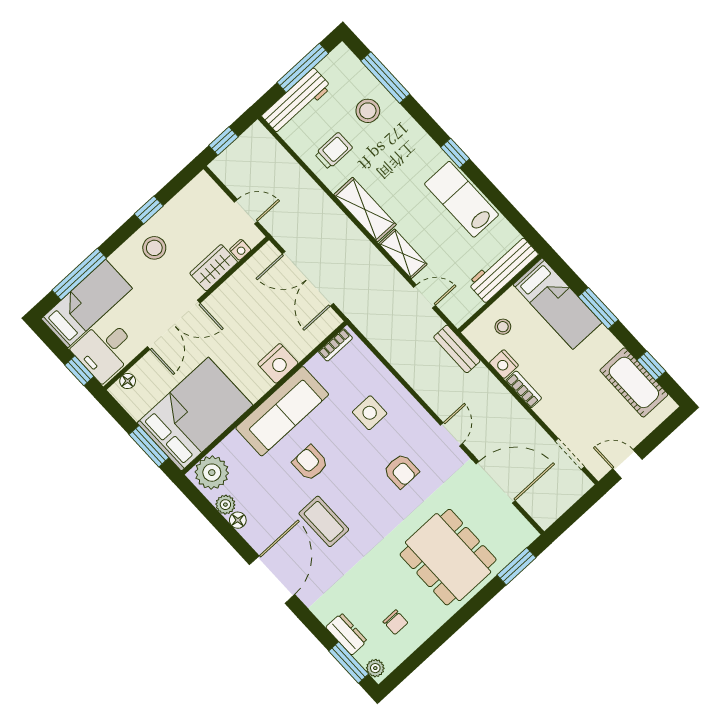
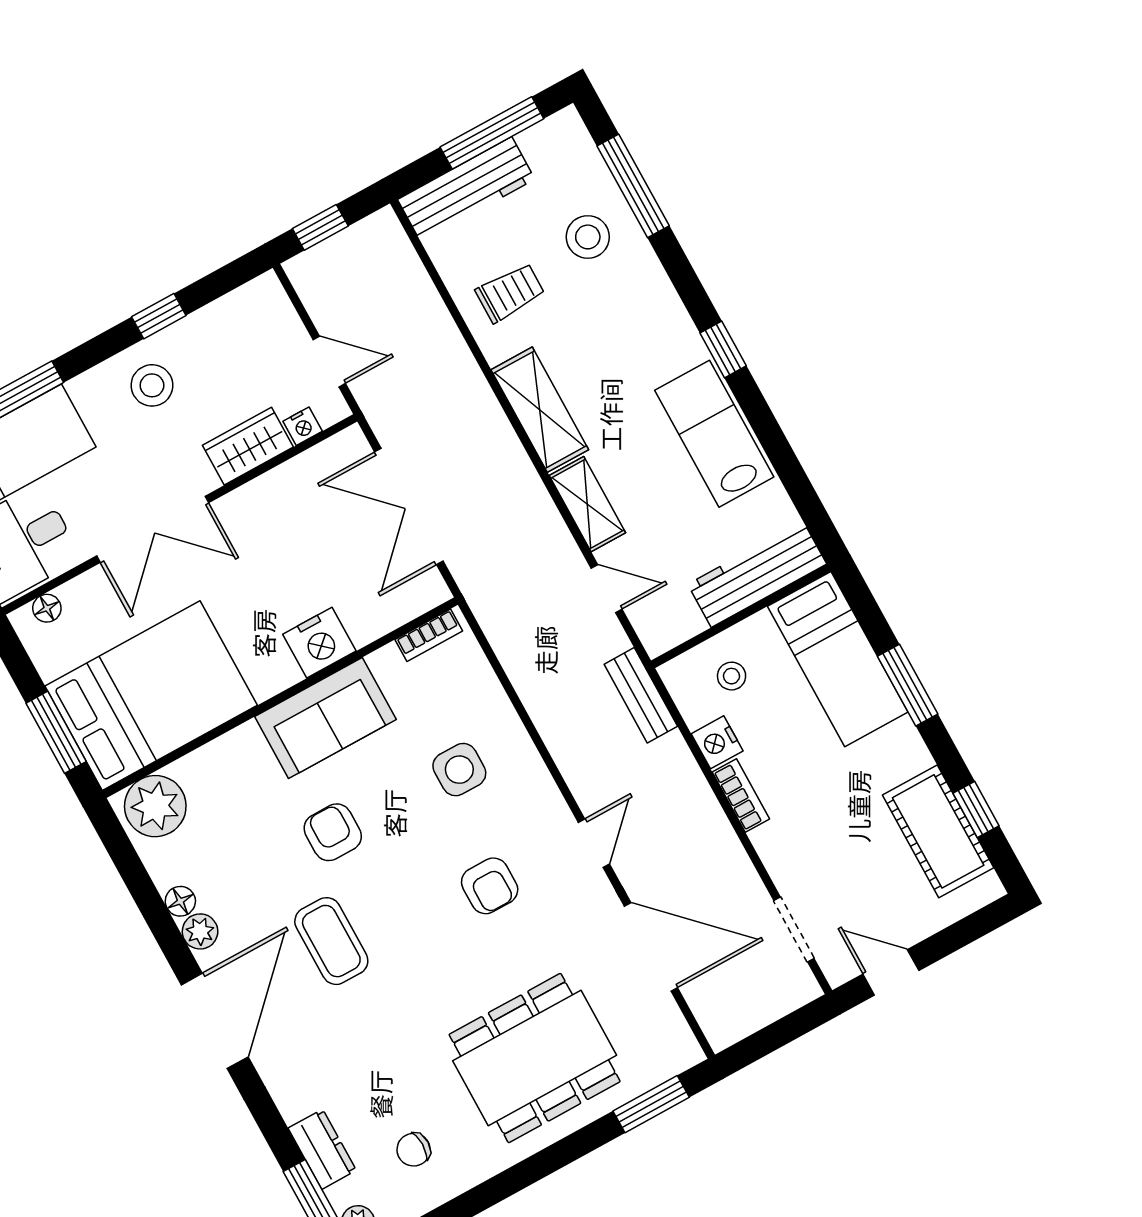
sofa: (282, 411) -> (325, 718), width x0.73
plant: (225, 505) -> (200, 931), moved
dining table: (448, 557) -> (535, 1058), turned 90
chair: (395, 622) -> (414, 1150), turned 90

